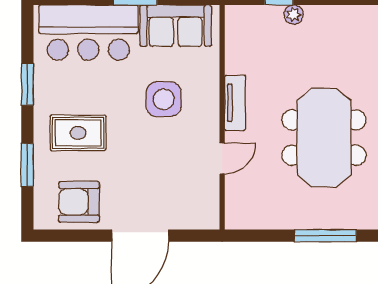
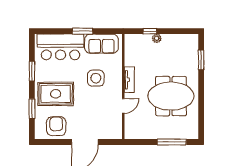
rug: (78, 133) -> (56, 94), width x1.36, depth x1.43
meeting table: (324, 138) -> (171, 96), turned 90
armchair: (79, 202) -> (56, 126), turned 90

